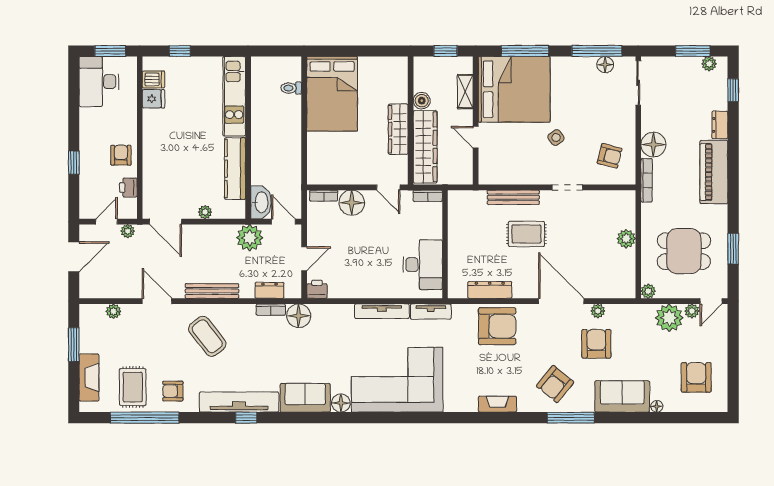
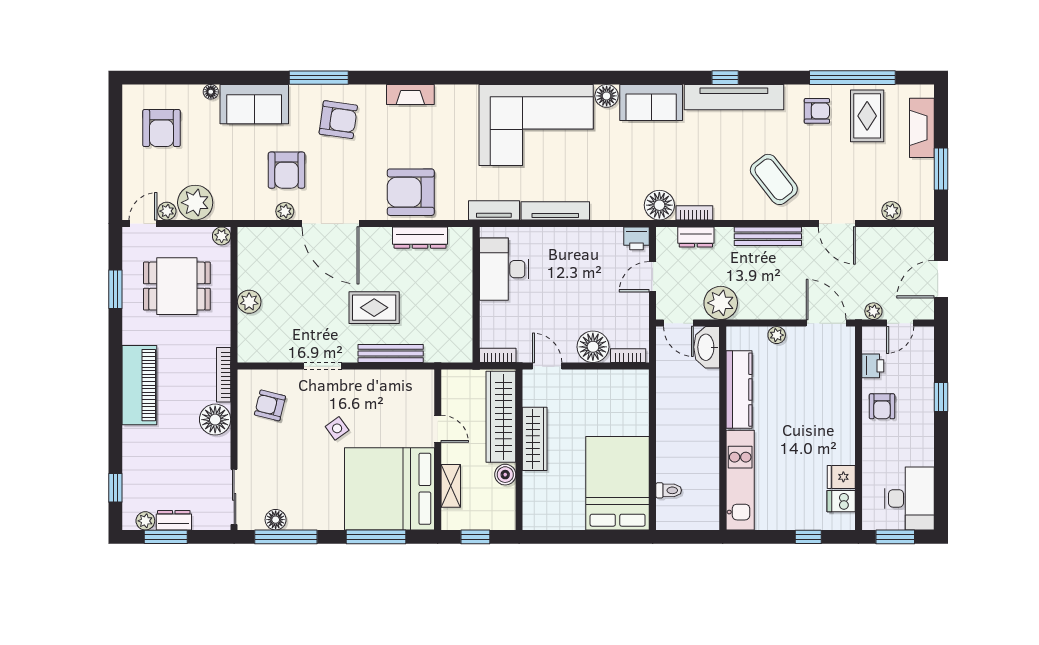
dresser: (720, 125) -> (174, 520), moved, turned -90
armchair: (555, 384) -> (338, 120), turned 59

